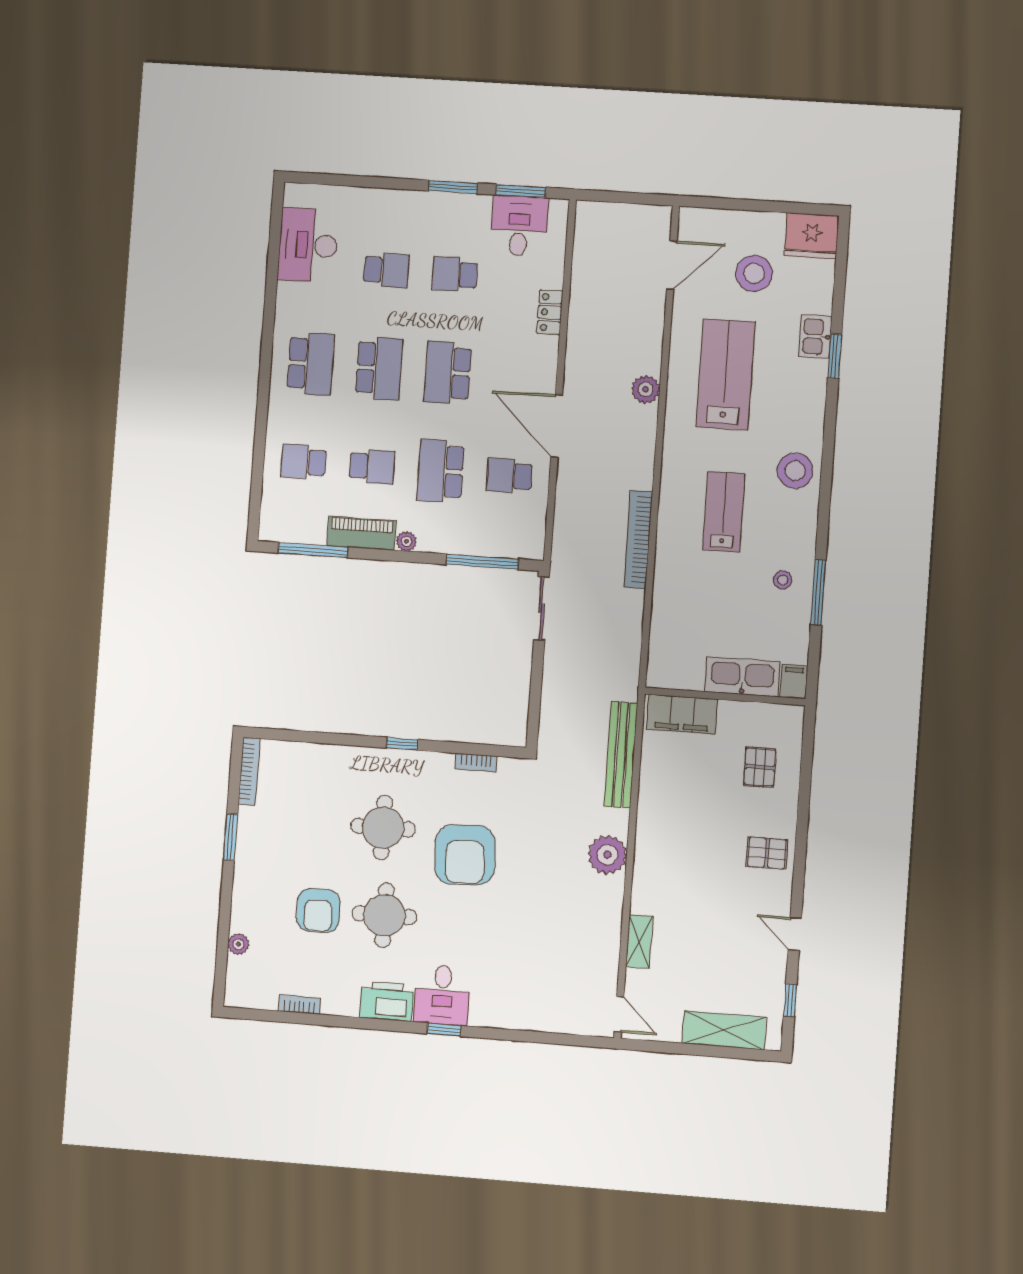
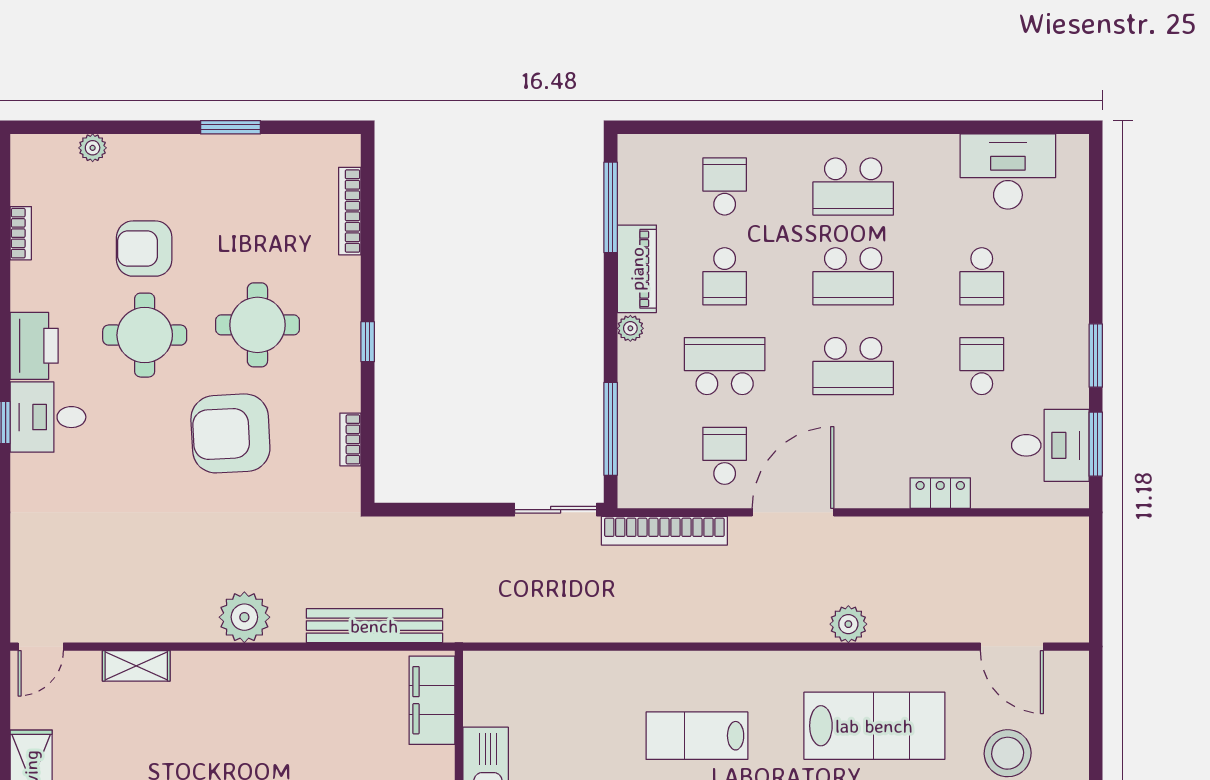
school desk: (448, 373) -> (853, 366), turned 180
lab bench: (724, 512) -> (697, 736), turned 180
bookcase: (638, 540) -> (664, 531), moved, turned 180
bookcase: (249, 771) -> (350, 211), moved, turned 90

